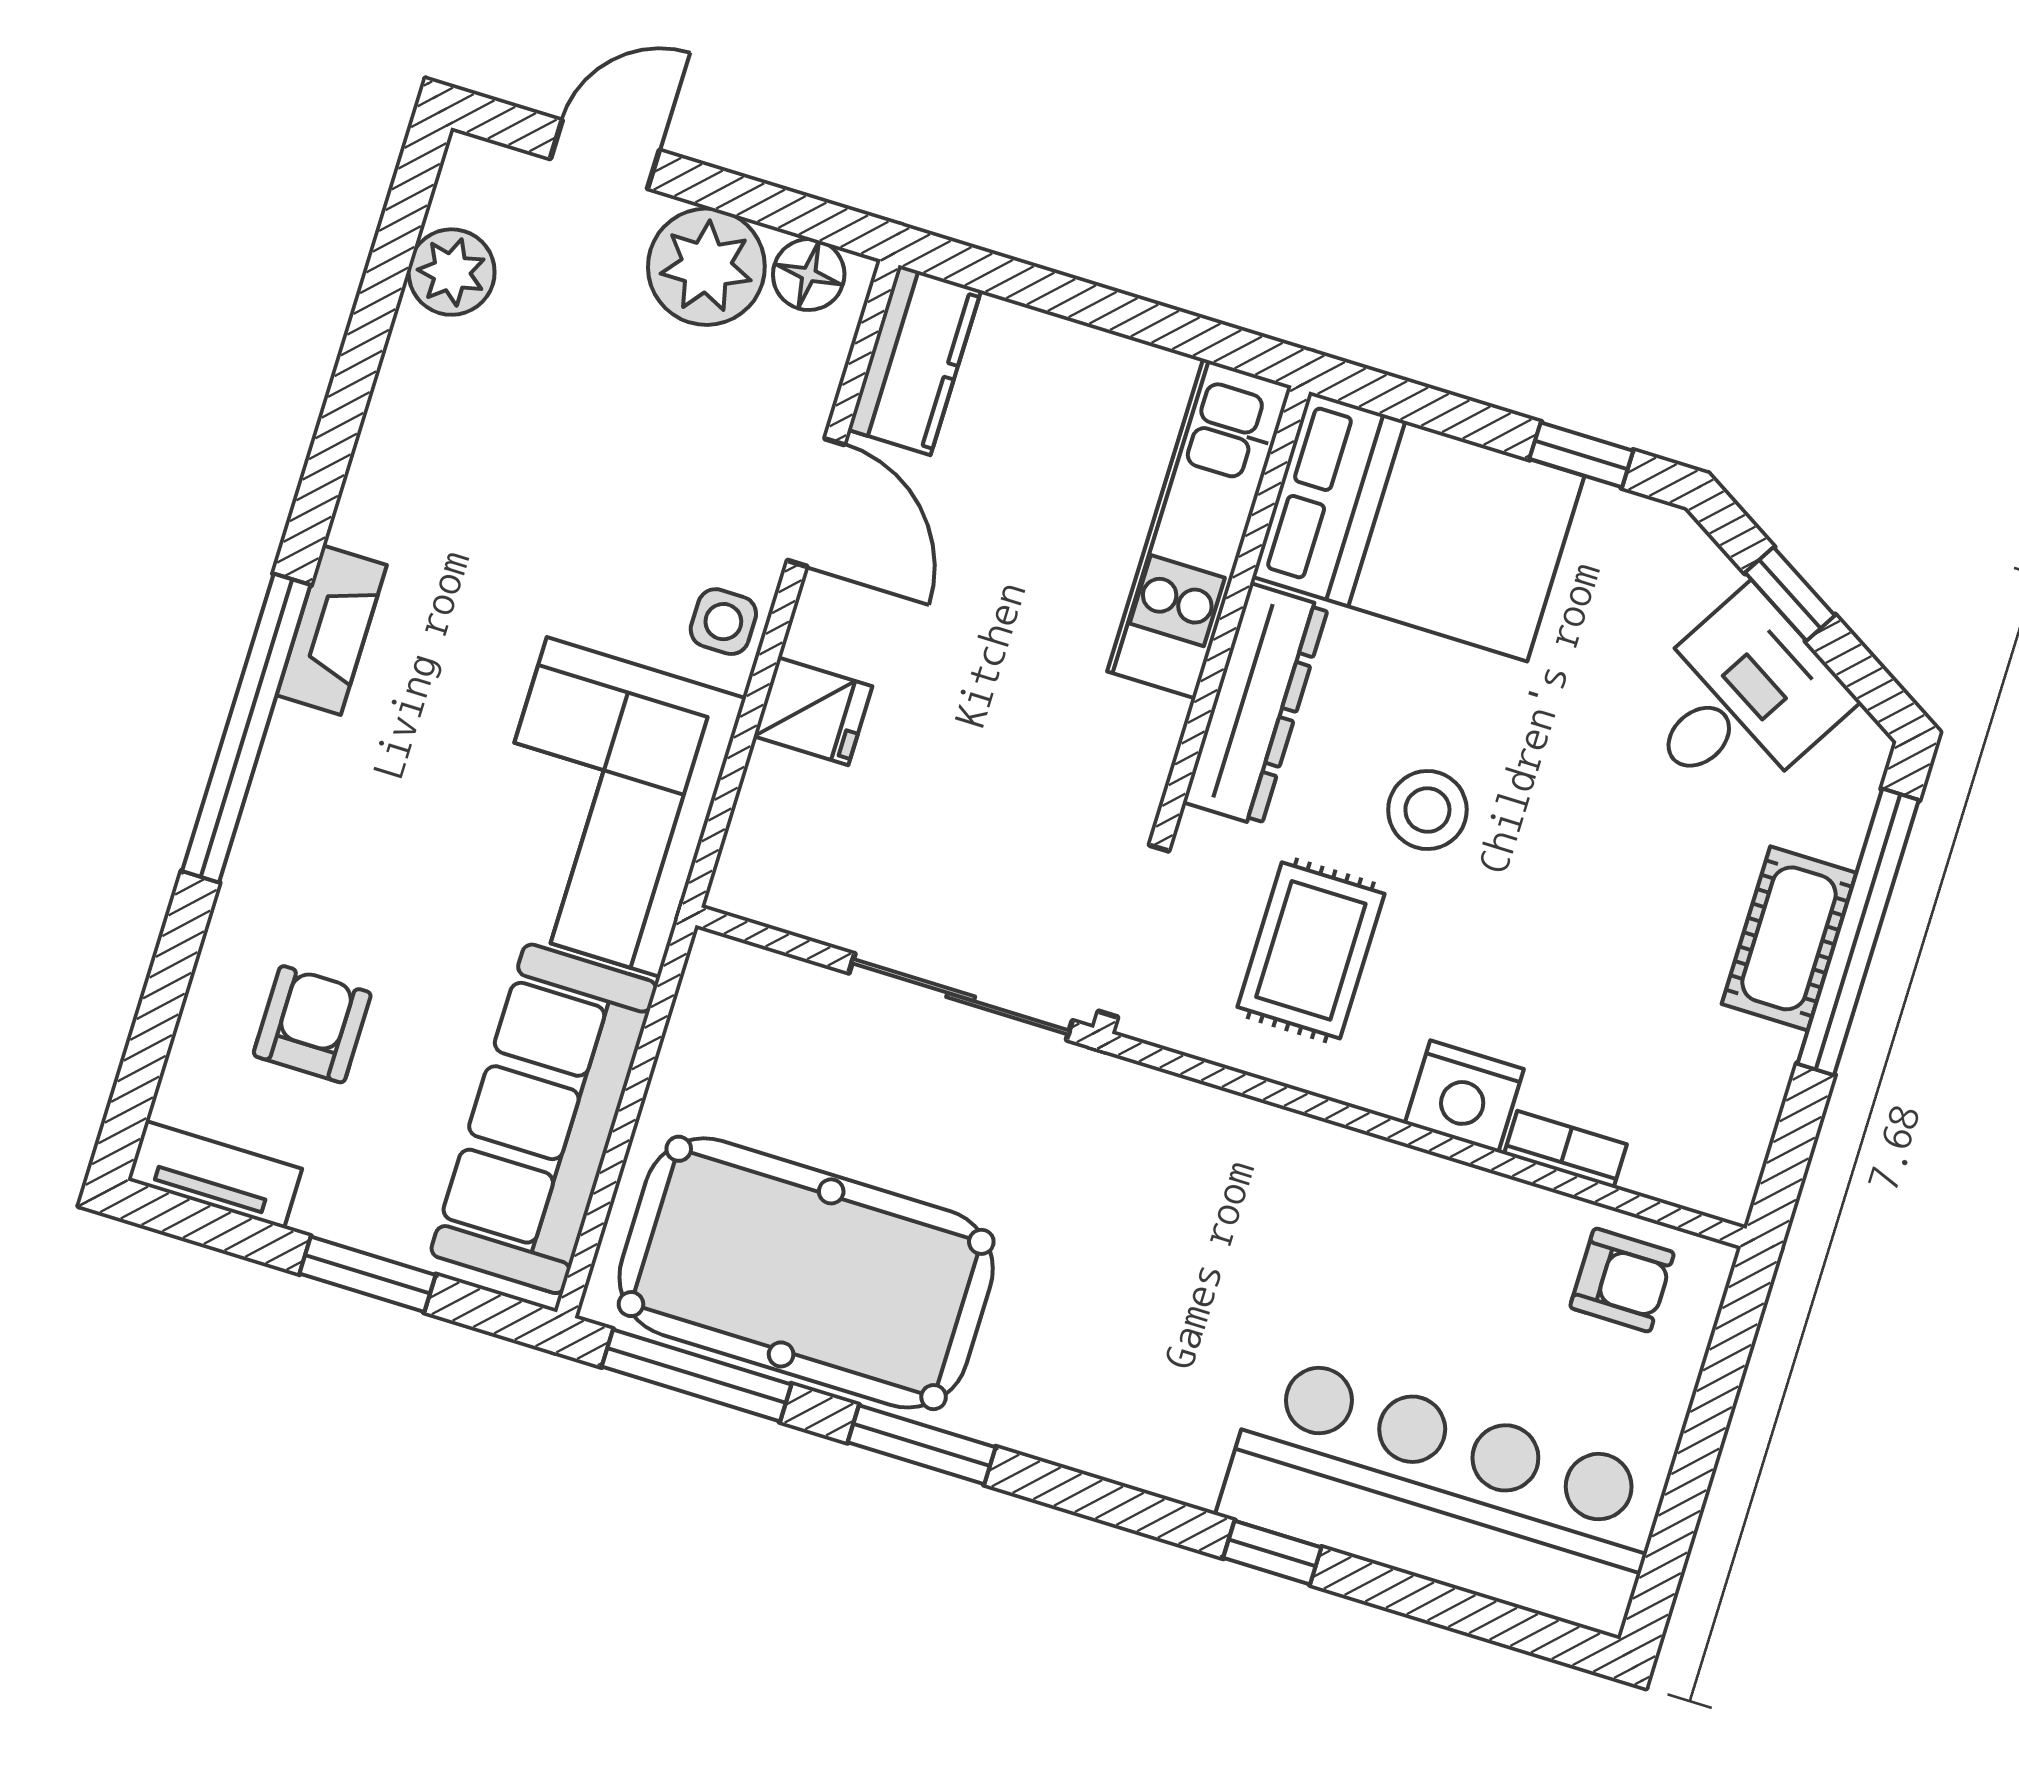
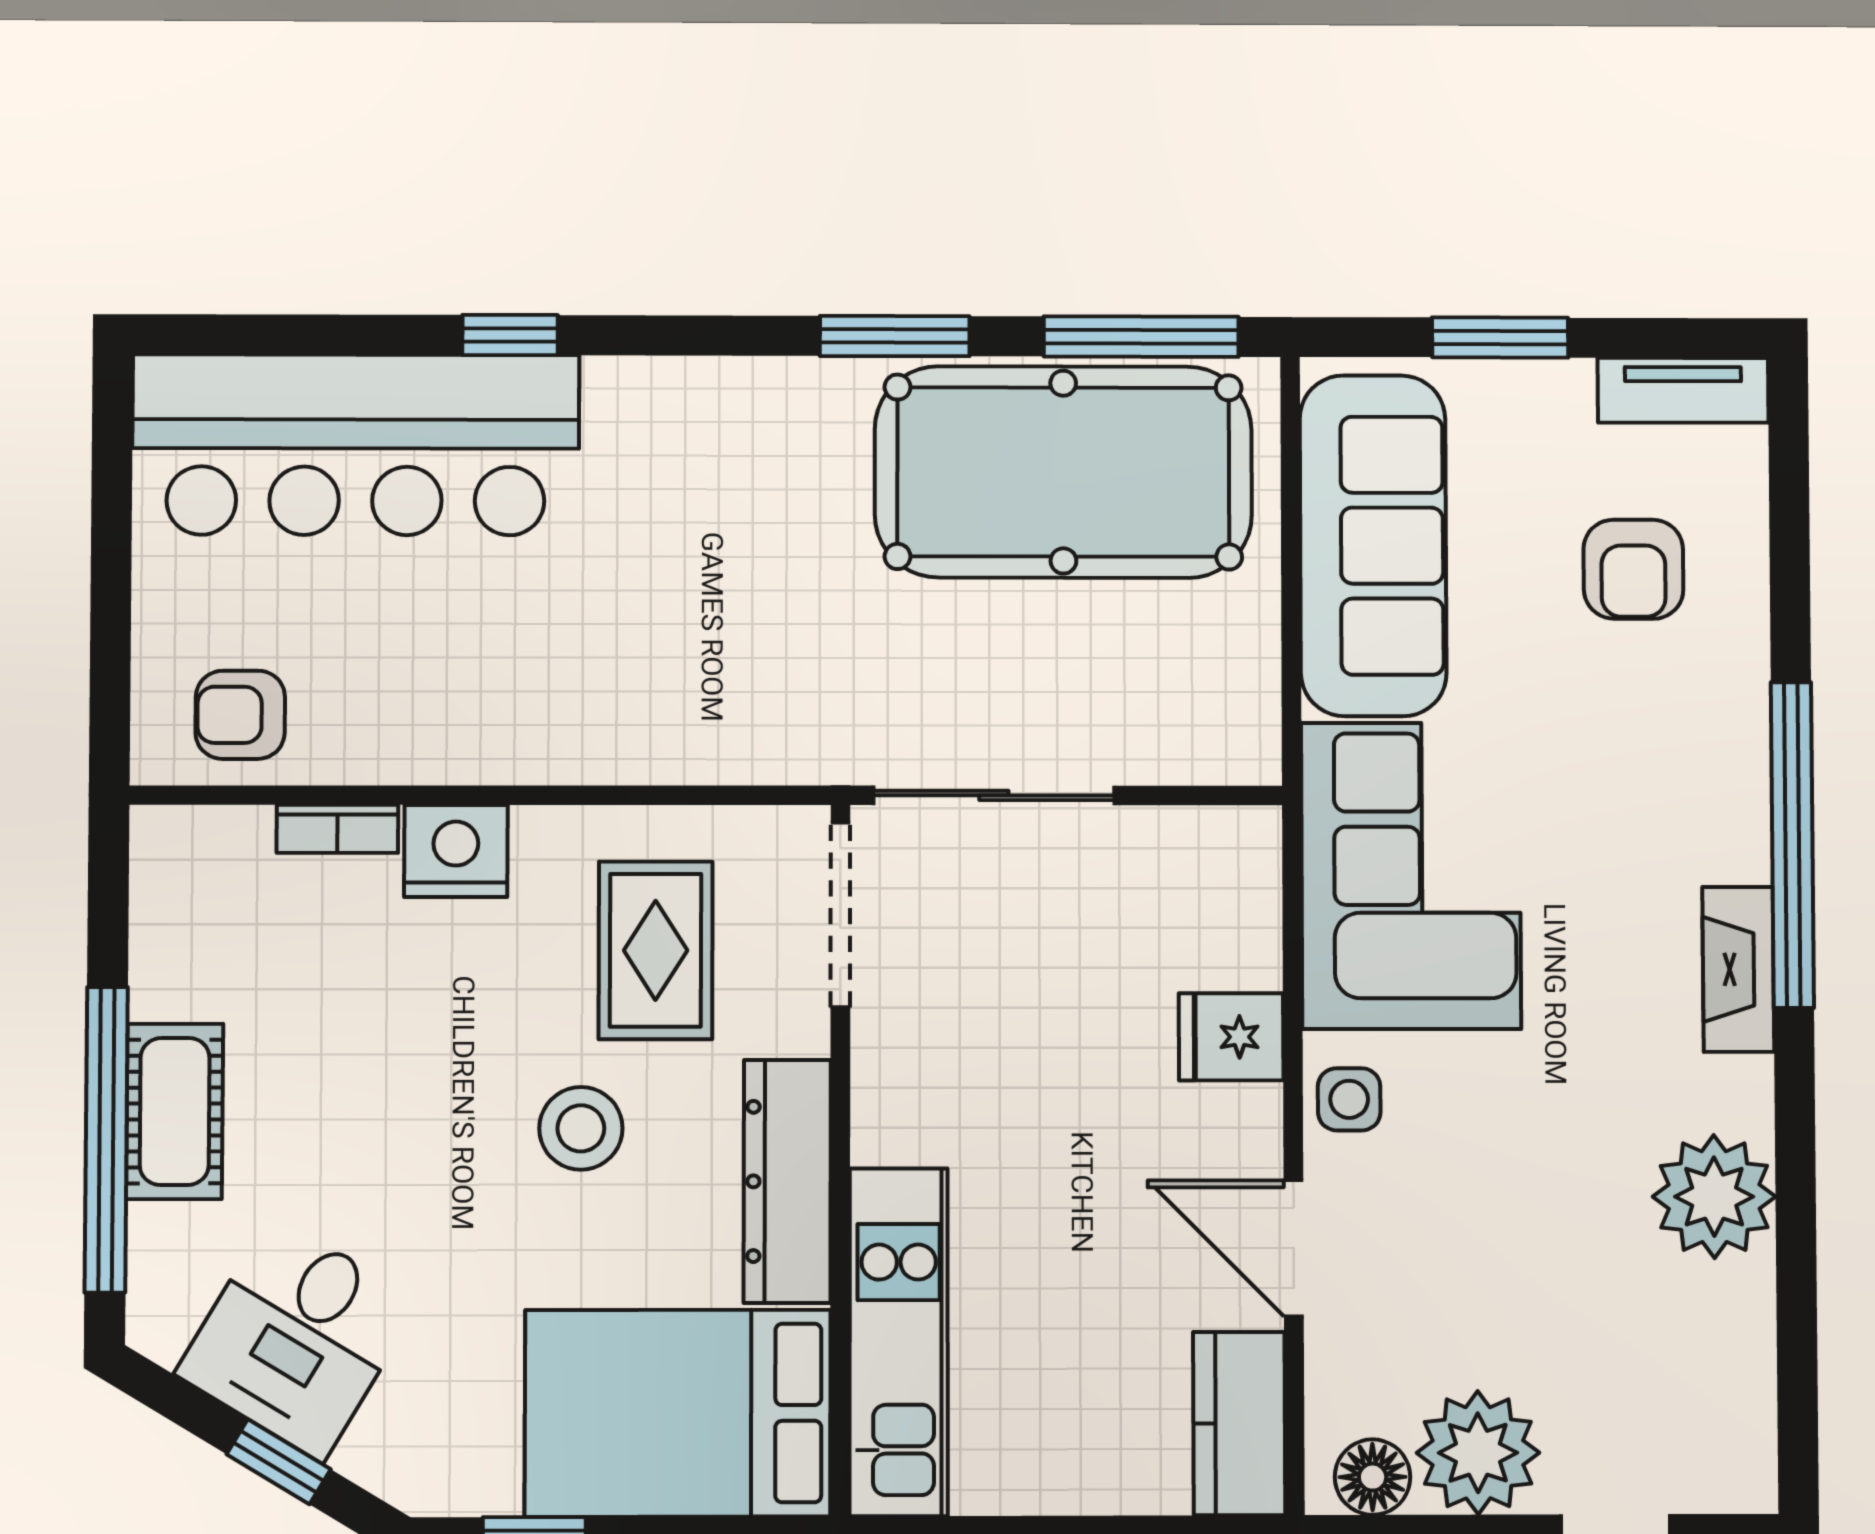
plant: (452, 272) -> (1714, 1197), moved, width x1.36, depth x1.36

